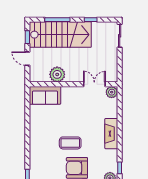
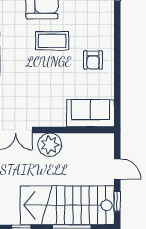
plant: (57, 74) -> (50, 145), moved
armchair: (43, 130) -> (93, 60), added

